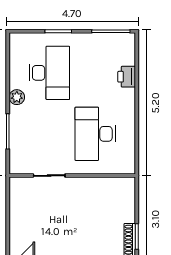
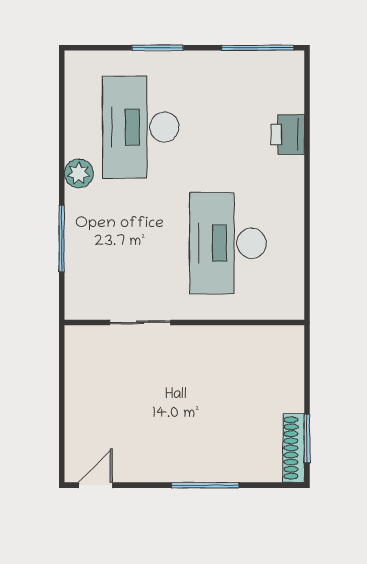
desk: (49, 73) -> (141, 127), turned 180

